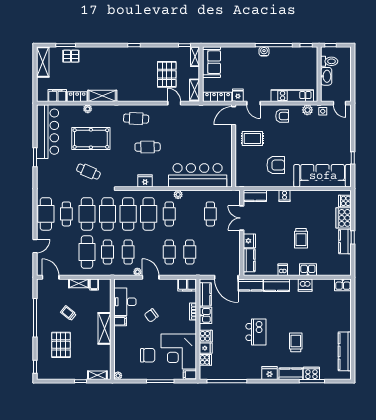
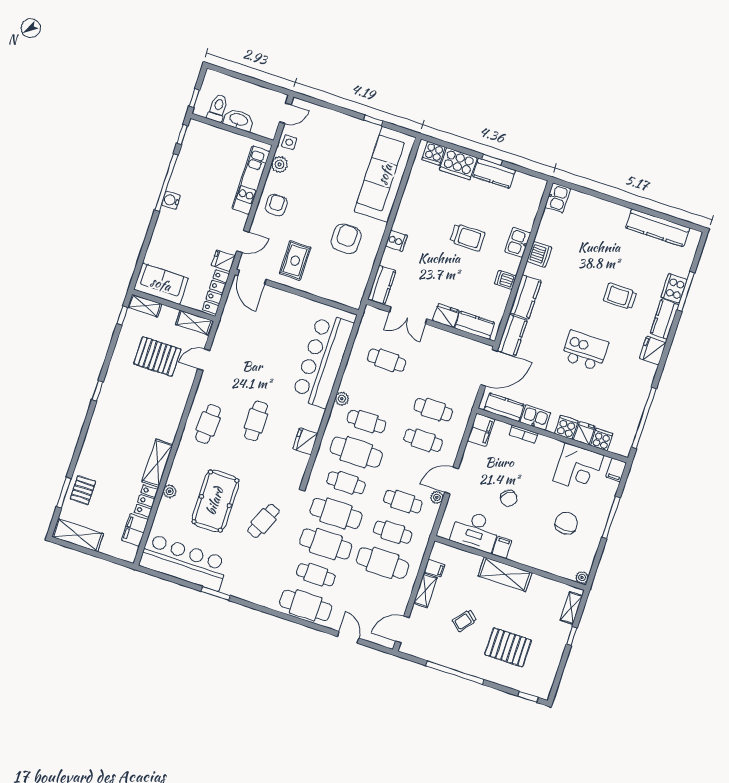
cafe table: (128, 214) -> (346, 483), width x0.73, depth x0.74
corner desk: (179, 351) -> (578, 468), width x0.74, depth x0.74

